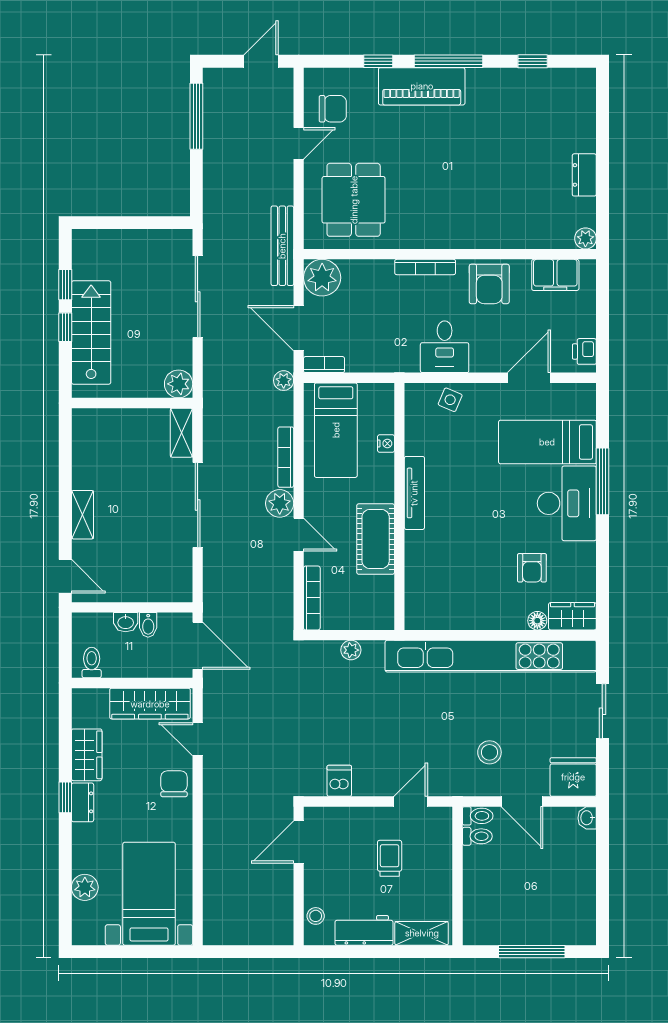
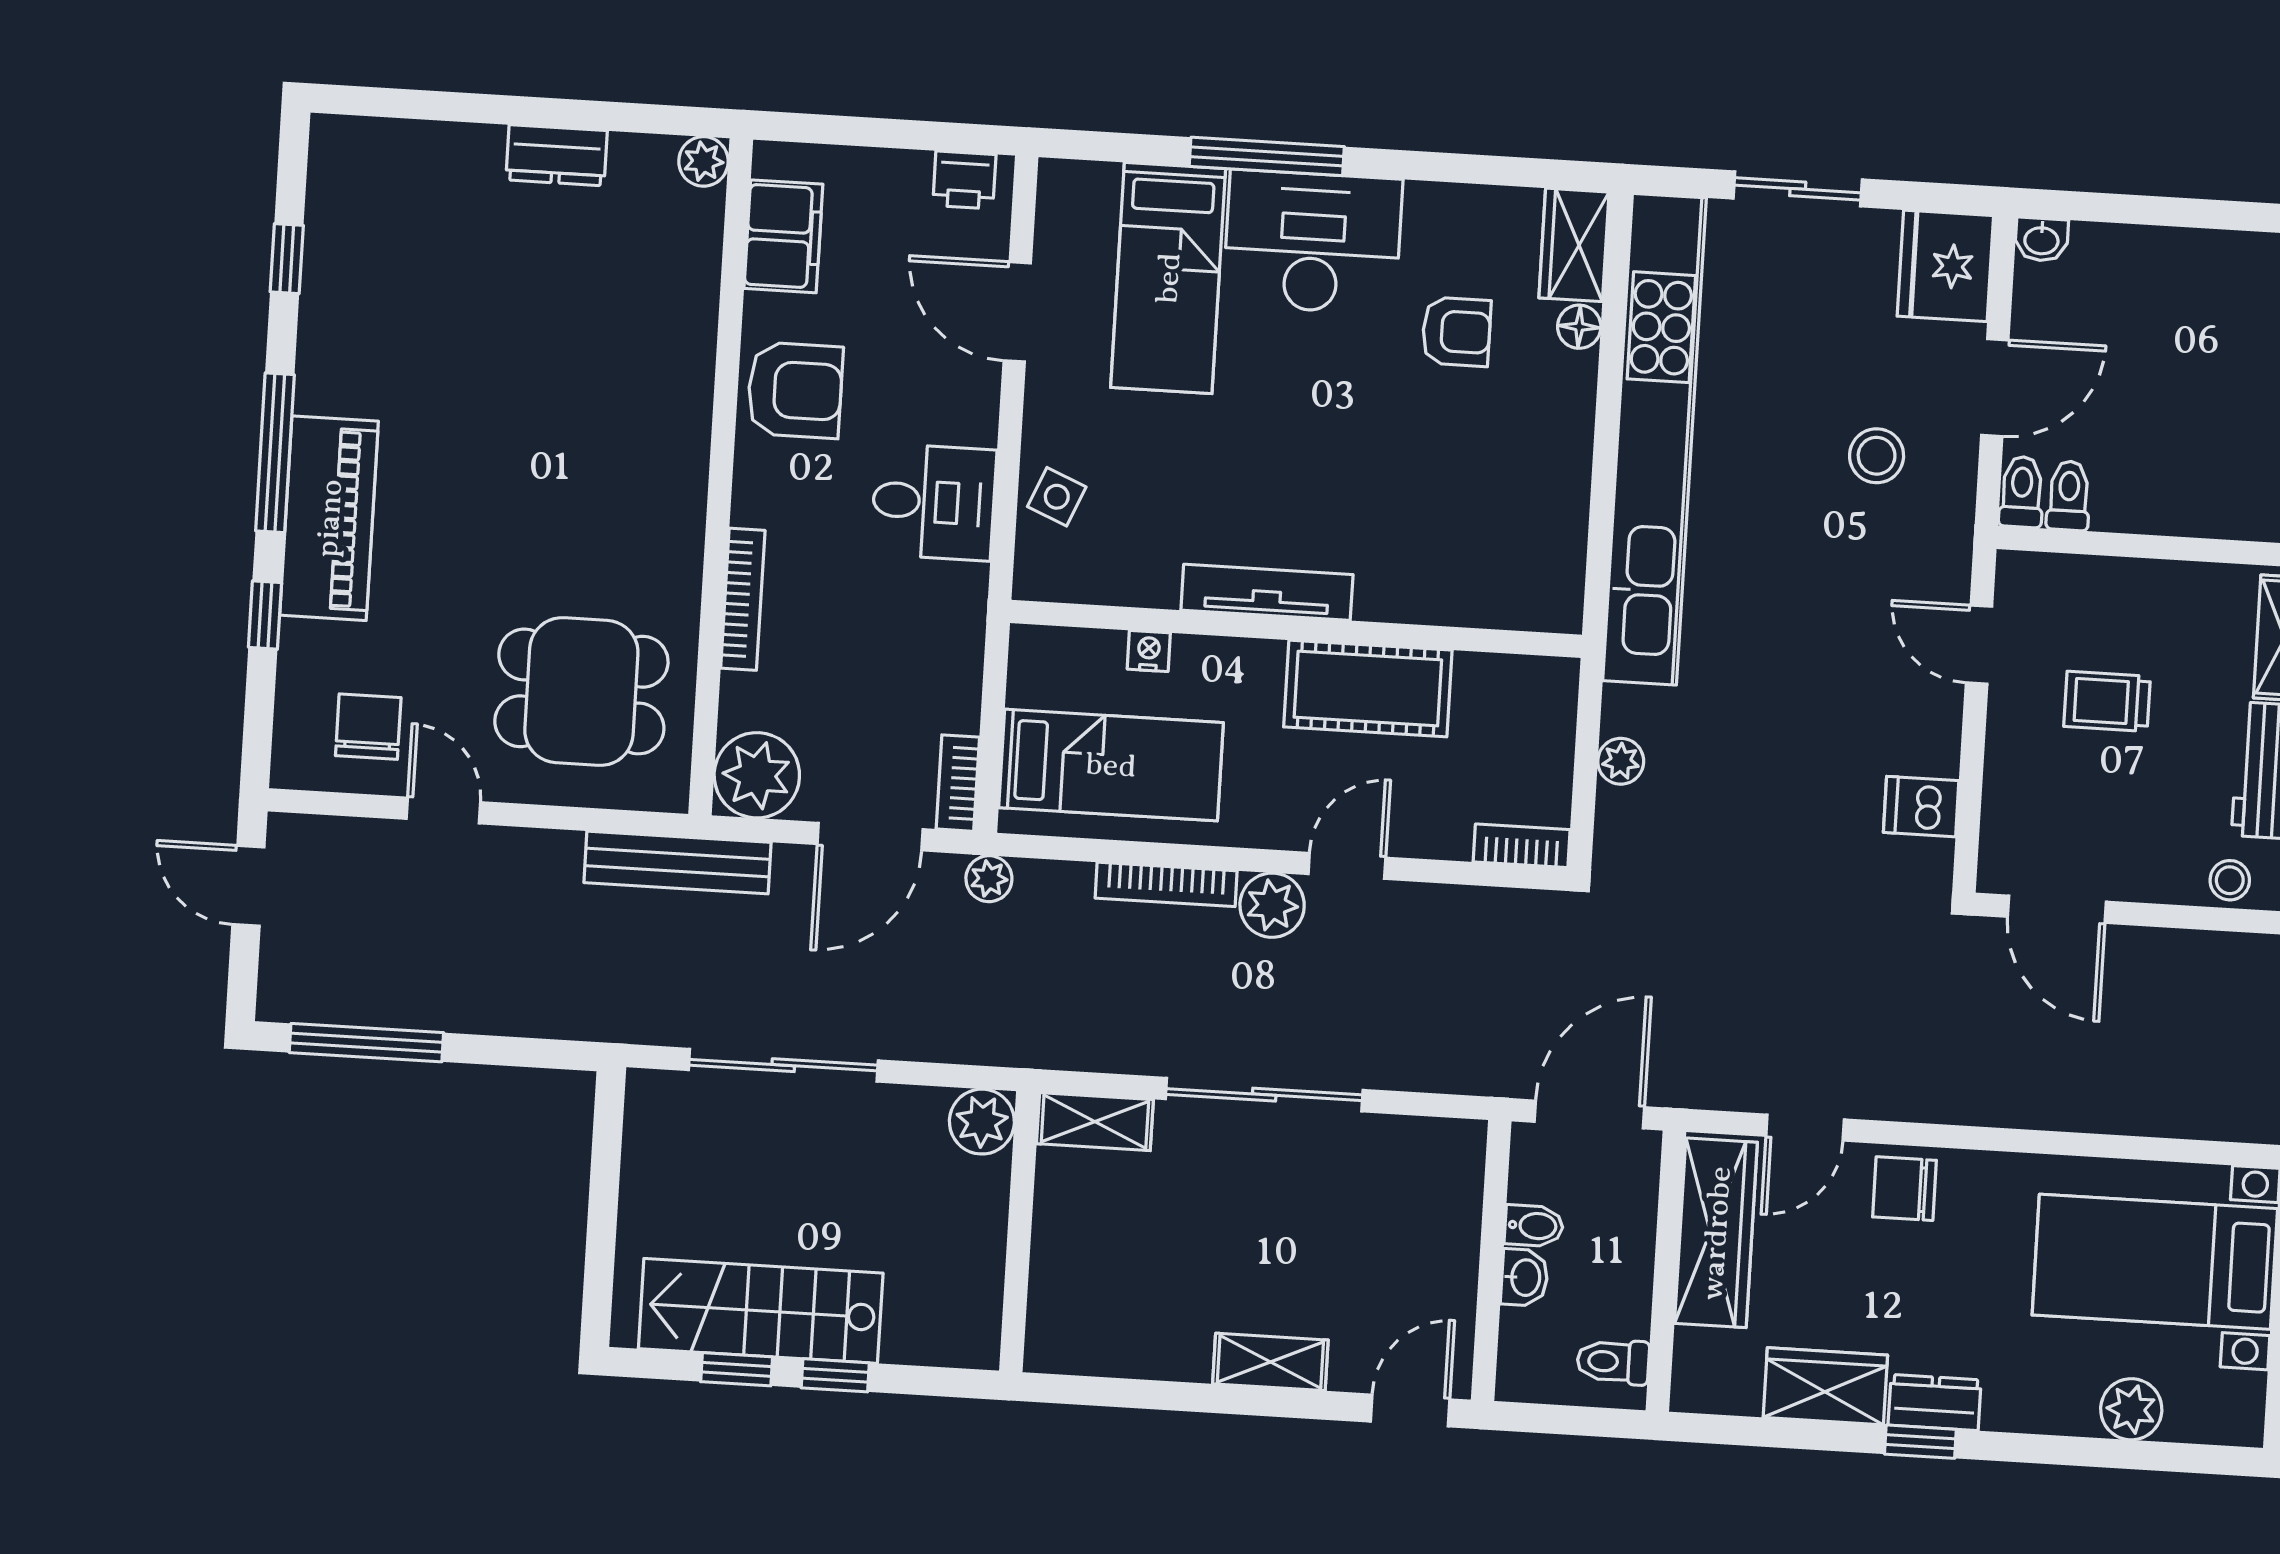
bookcase: (425, 267) -> (743, 599), moved
stairs: (91, 333) -> (761, 1311), moved
bookcase: (312, 598) -> (1522, 846), width x0.64

